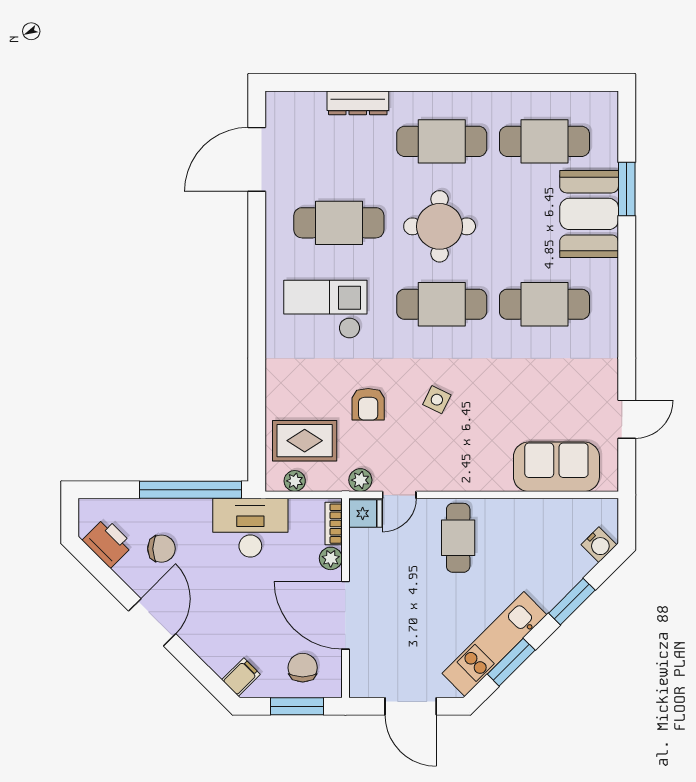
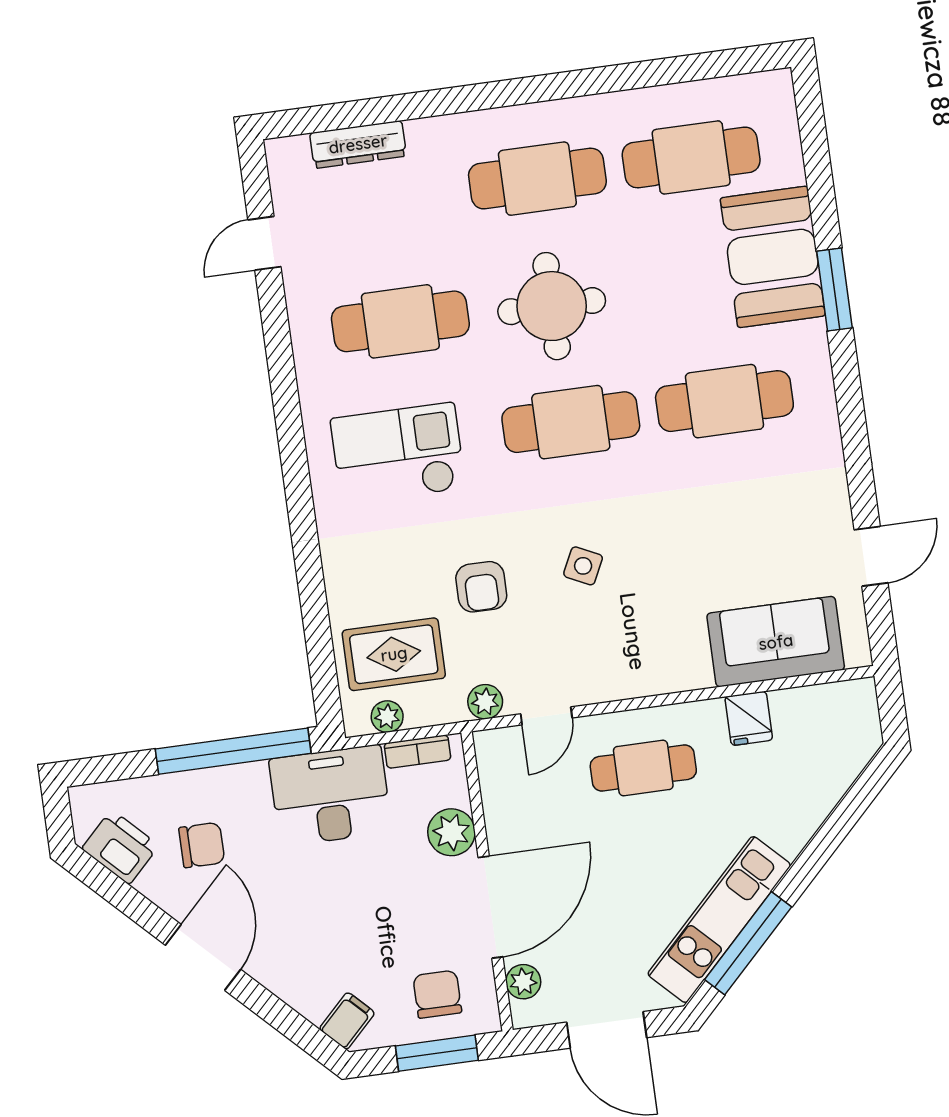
dresser: (358, 103) -> (358, 144), moved
door: (257, 159) -> (264, 243), width x0.53
window: (627, 189) -> (834, 290), moved
fridge: (365, 513) -> (749, 718), moved, turned 90
bookcase: (334, 524) -> (417, 752), moved, turned -90
cafe table: (458, 538) -> (643, 768), turned 90
water cooler: (599, 545) -> (855, 749), removed
plant: (331, 558) -> (451, 832), width x1.38, depth x1.38
window: (572, 602) -> (826, 840), removed
door: (345, 615) -> (491, 907), swing flipped
window: (511, 662) -> (748, 943), width x1.44
plant: (360, 667) -> (523, 982), added

